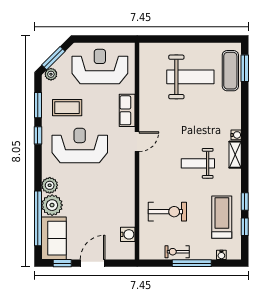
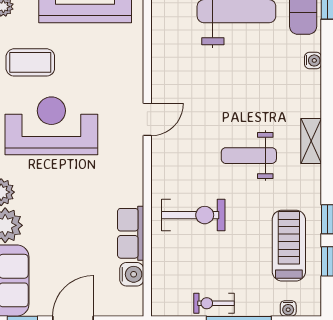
row of seats: (127, 110) -> (131, 233), moved
water cooler: (236, 135) -> (313, 60), moved
exercise bike: (167, 212) -> (193, 215), moved

